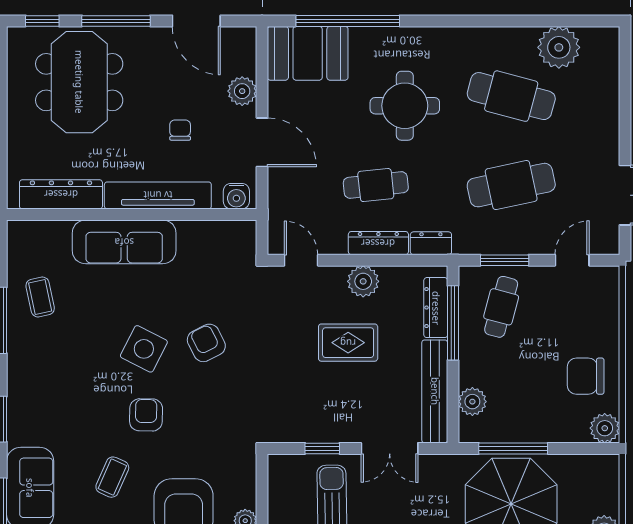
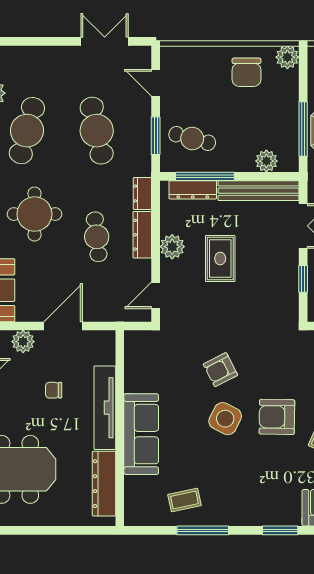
water cooler: (236, 196) -> (105, 346), removed
armchair: (146, 415) -> (277, 417), width x1.38, depth x1.38

